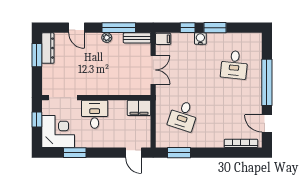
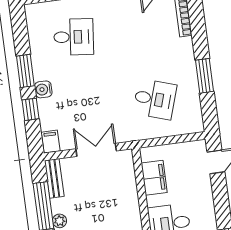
filing cabinet: (139, 108) -> (154, 178), moved
window: (179, 153) -> (204, 76), moved

